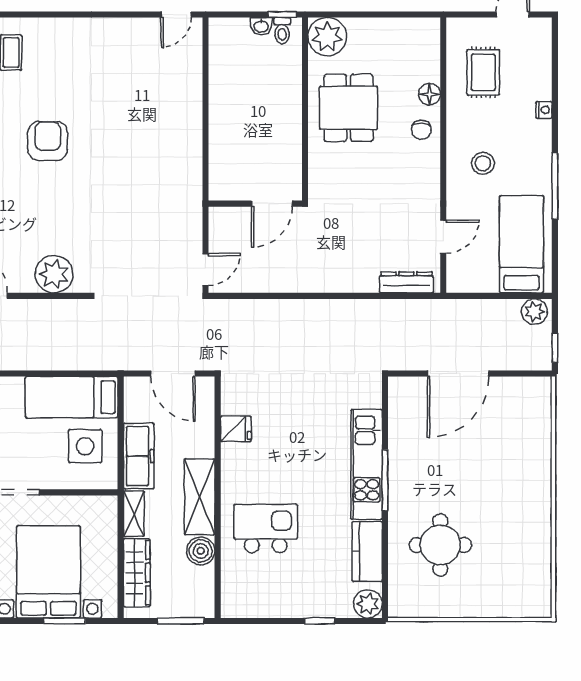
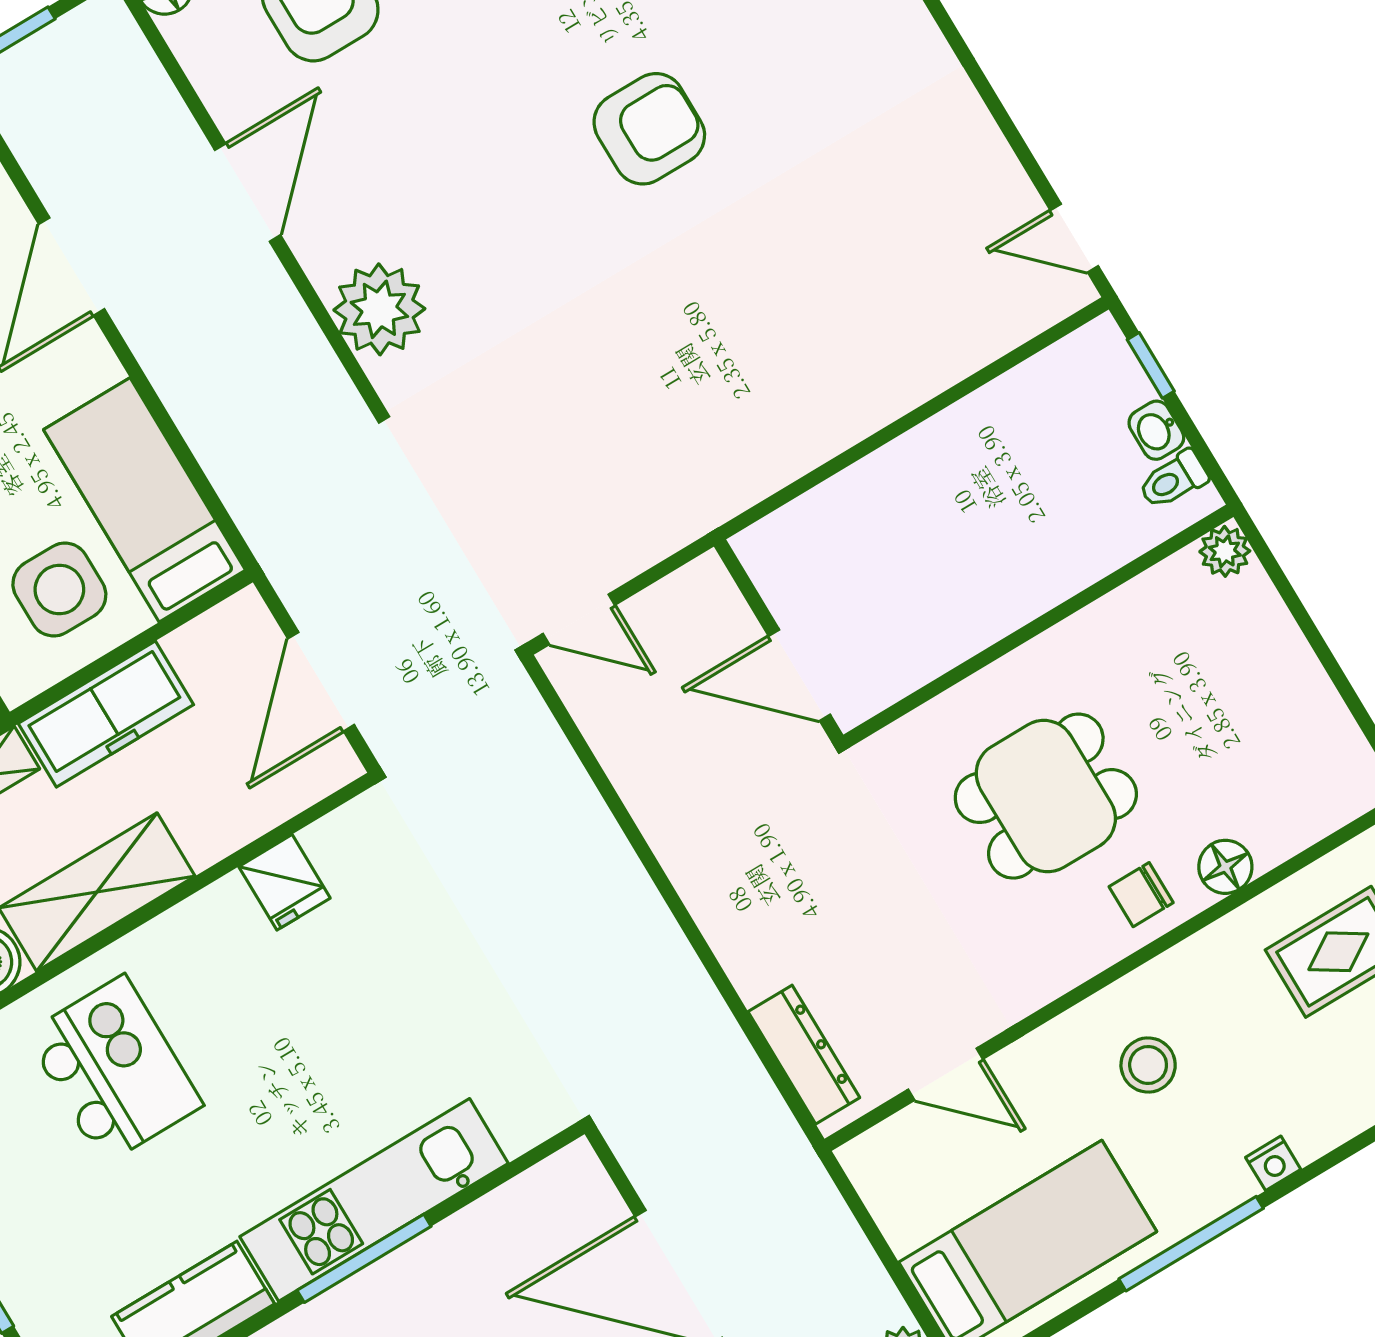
window: (282, 14) -> (1151, 365), moved
plant: (327, 37) -> (1225, 551), width x0.53, depth x0.53
dining table: (349, 108) -> (1046, 796), moved
nightstand: (544, 110) -> (1273, 1163), moved

